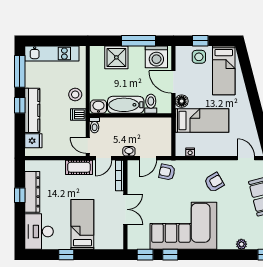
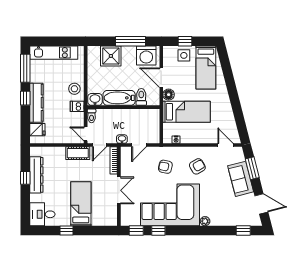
armchair: (167, 172) -> (165, 167), moved
desk: (39, 231) -> (42, 214), width x0.73
plant: (241, 244) -> (205, 221), moved

